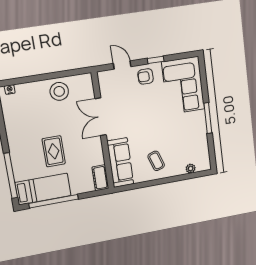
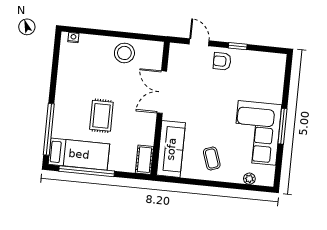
corner sofa: (183, 86) -> (257, 133), moved

